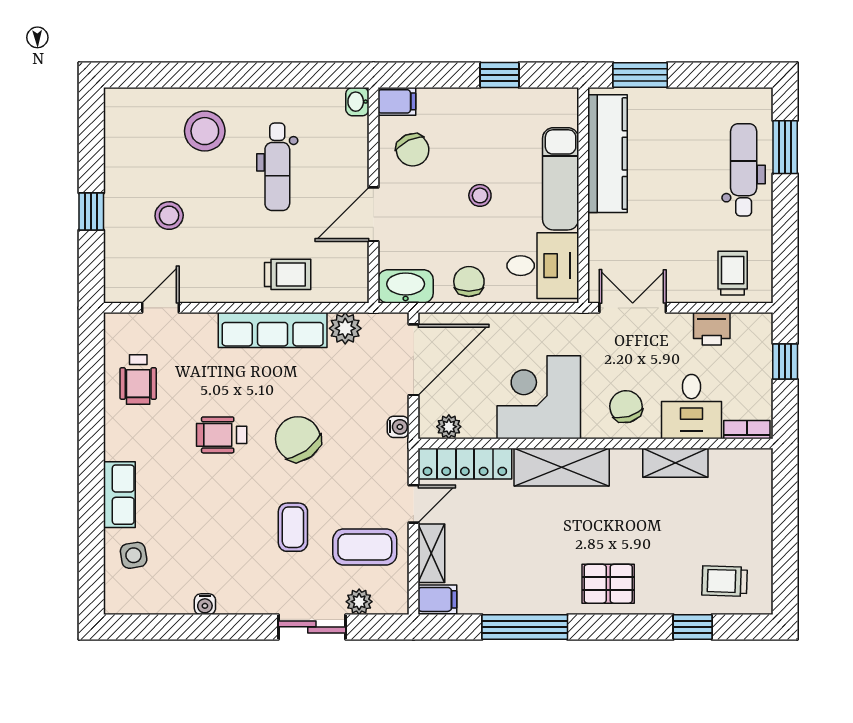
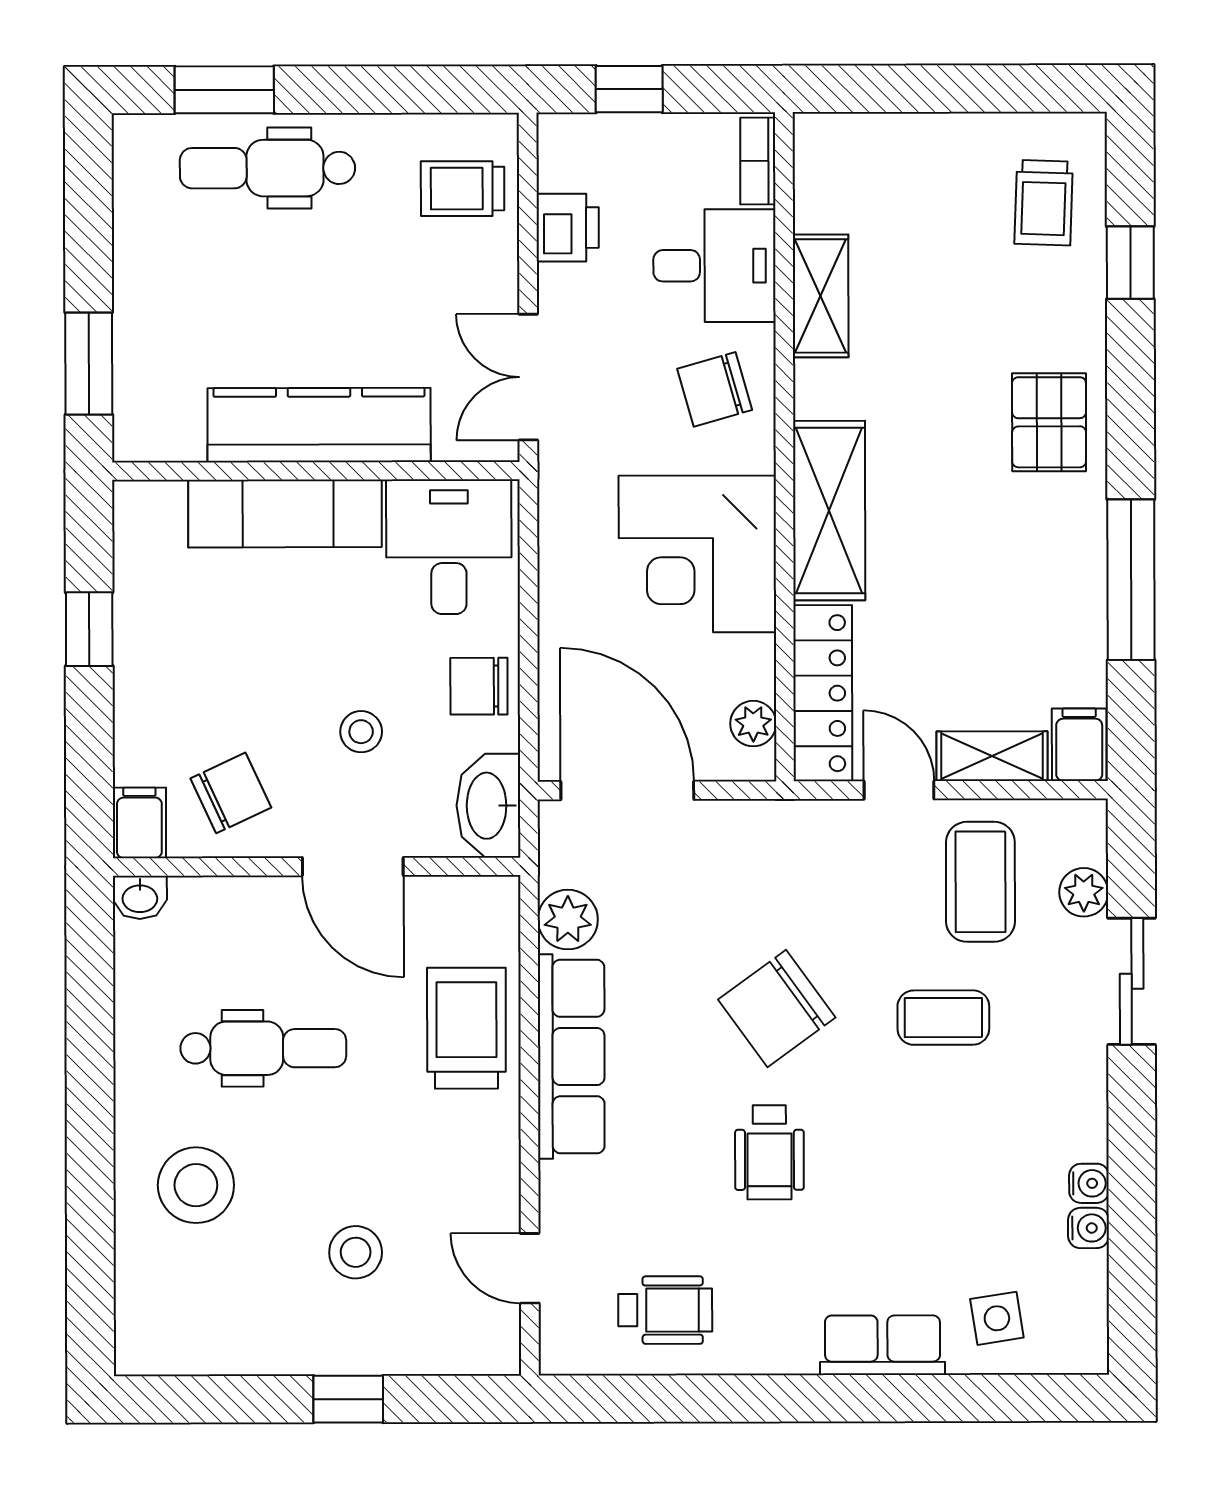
kitchen counter: (607, 154) -> (319, 425), moved
stool: (480, 195) -> (361, 732), moved
trolley: (288, 274) -> (466, 1028), width x1.36, depth x1.39
water cooler: (398, 427) -> (1088, 1228), moved, turned 90

